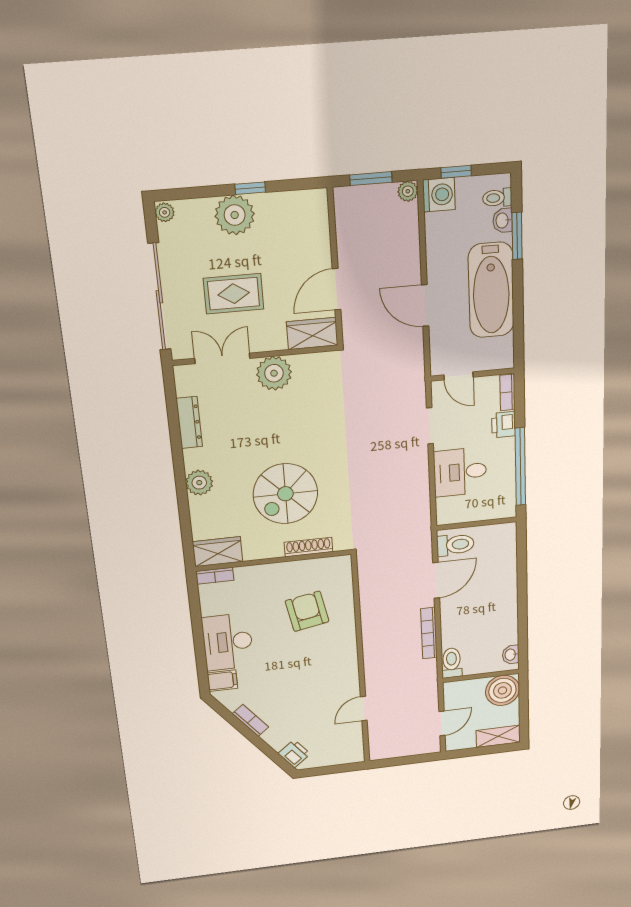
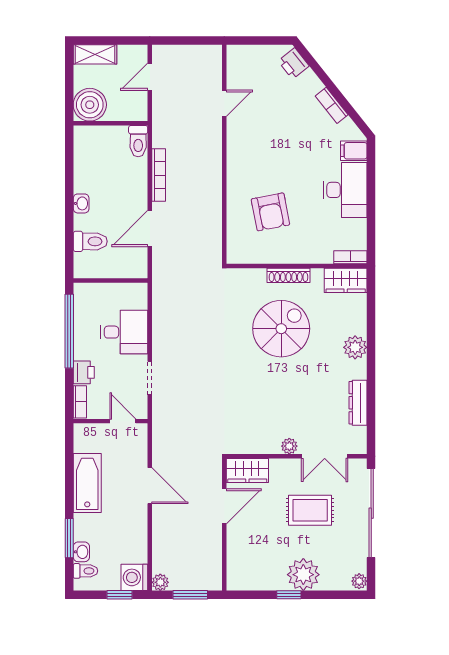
bathtub: (491, 290) -> (87, 483), width x0.73, depth x0.73
plant: (274, 373) -> (289, 446), width x0.53, depth x0.53
toilet: (455, 545) -> (90, 241), moved, turned 180
shoe rack: (308, 547) -> (288, 275), moved
washbasin: (511, 655) -> (81, 203), moved

